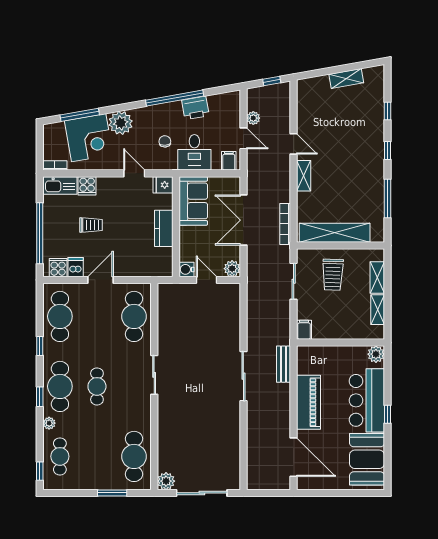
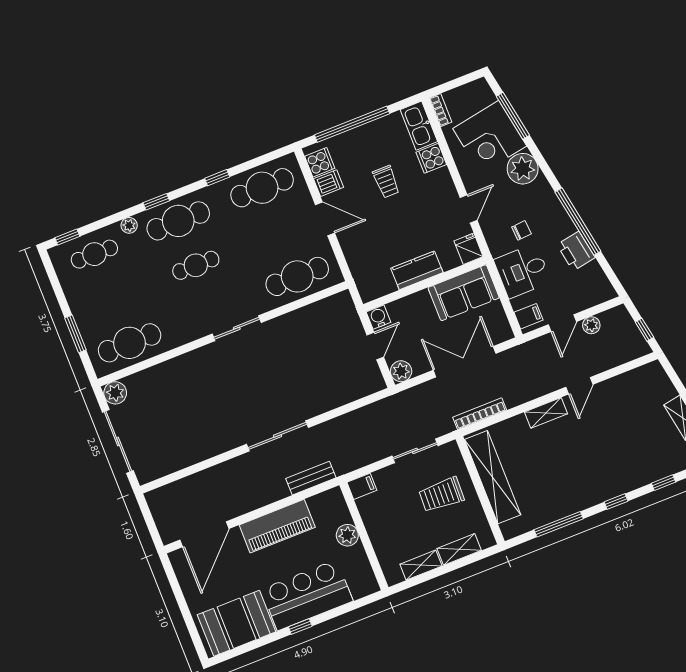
plant: (376, 354) -> (347, 535), moved

